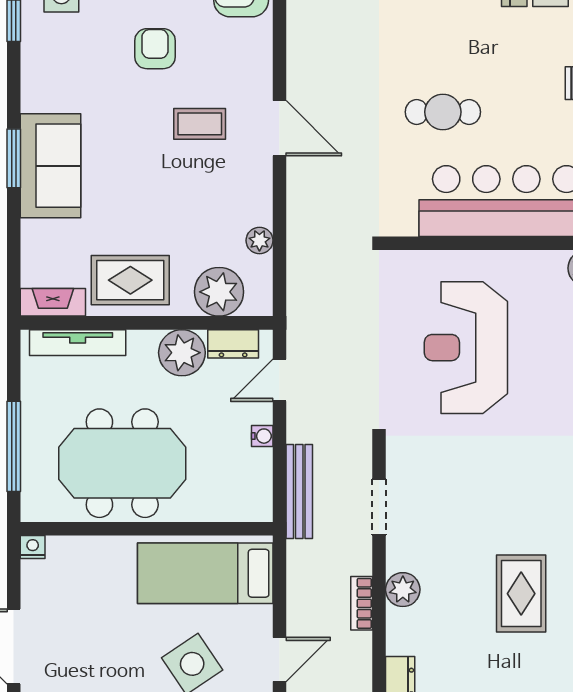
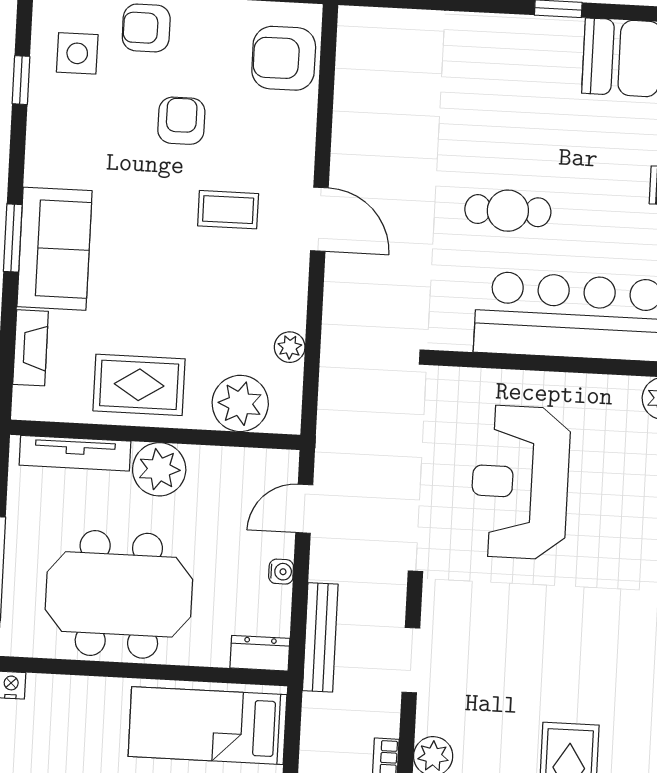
fireplace: (53, 302) -> (31, 348), moved, turned 90
dresser: (233, 344) -> (260, 653), moved, turned 180
plant: (182, 353) -> (159, 469), moved

